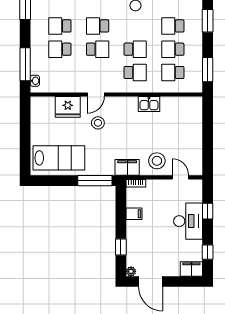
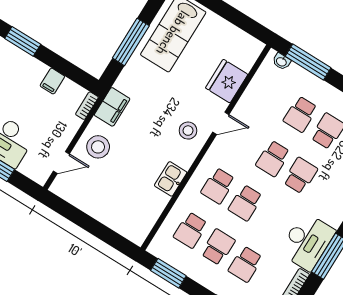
school desk: (173, 26) -> (245, 264), turned 180
school desk: (60, 49) -> (300, 114), turned 180
school desk: (173, 72) -> (191, 230), turned 180
door: (96, 95) -> (221, 123), swing flipped
stool: (98, 123) -> (188, 131), moved
window: (95, 181) -> (131, 42), moved
window: (121, 247) -> (23, 41), width x1.50

